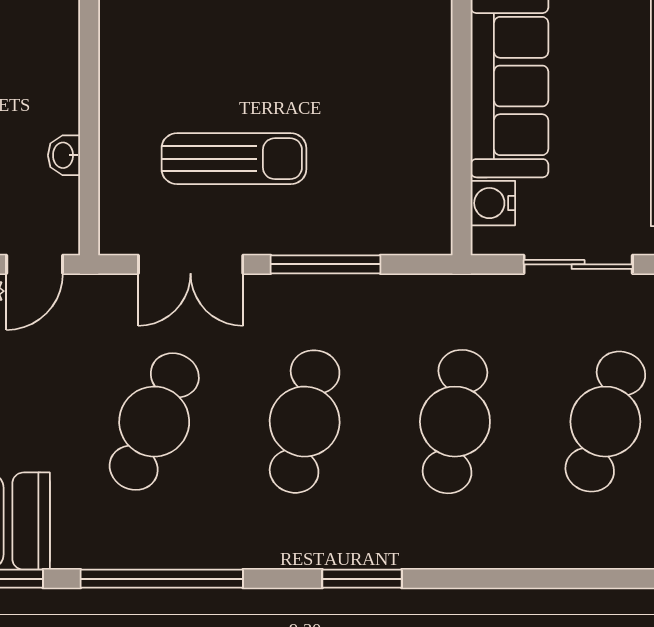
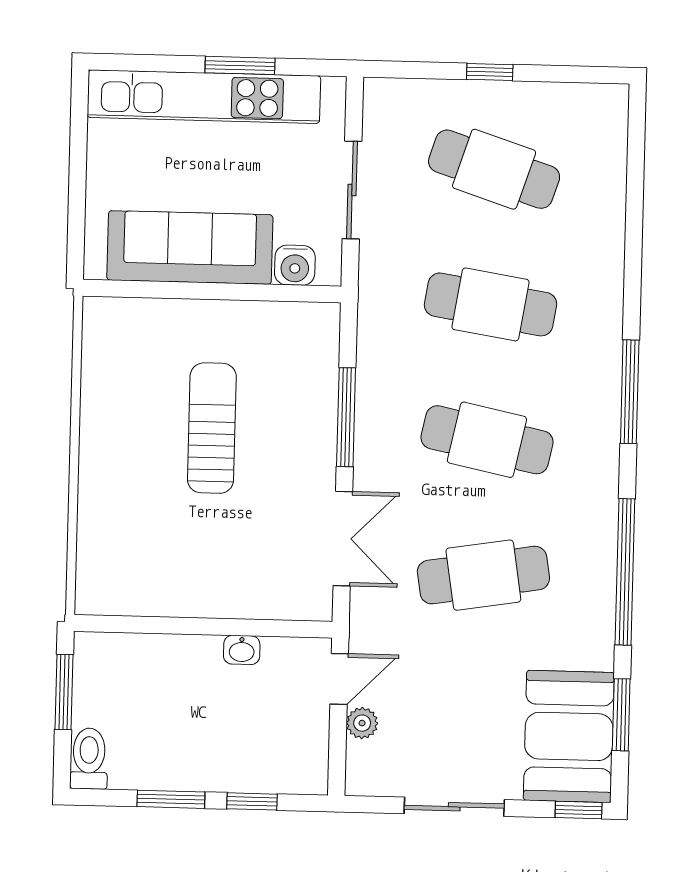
sun lounger: (234, 159) -> (212, 428), moved
door: (35, 264) -> (339, 679), hinge flipped
cafe table: (154, 422) -> (483, 575), turned -33
window: (362, 579) -> (630, 392), width x1.44

